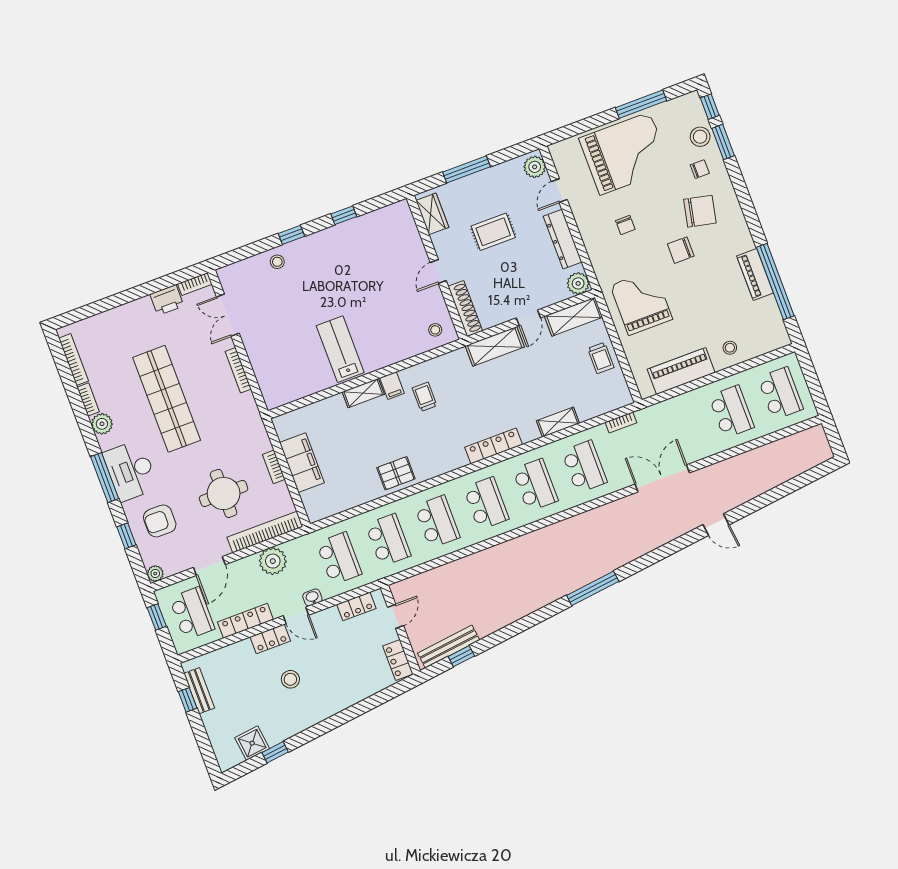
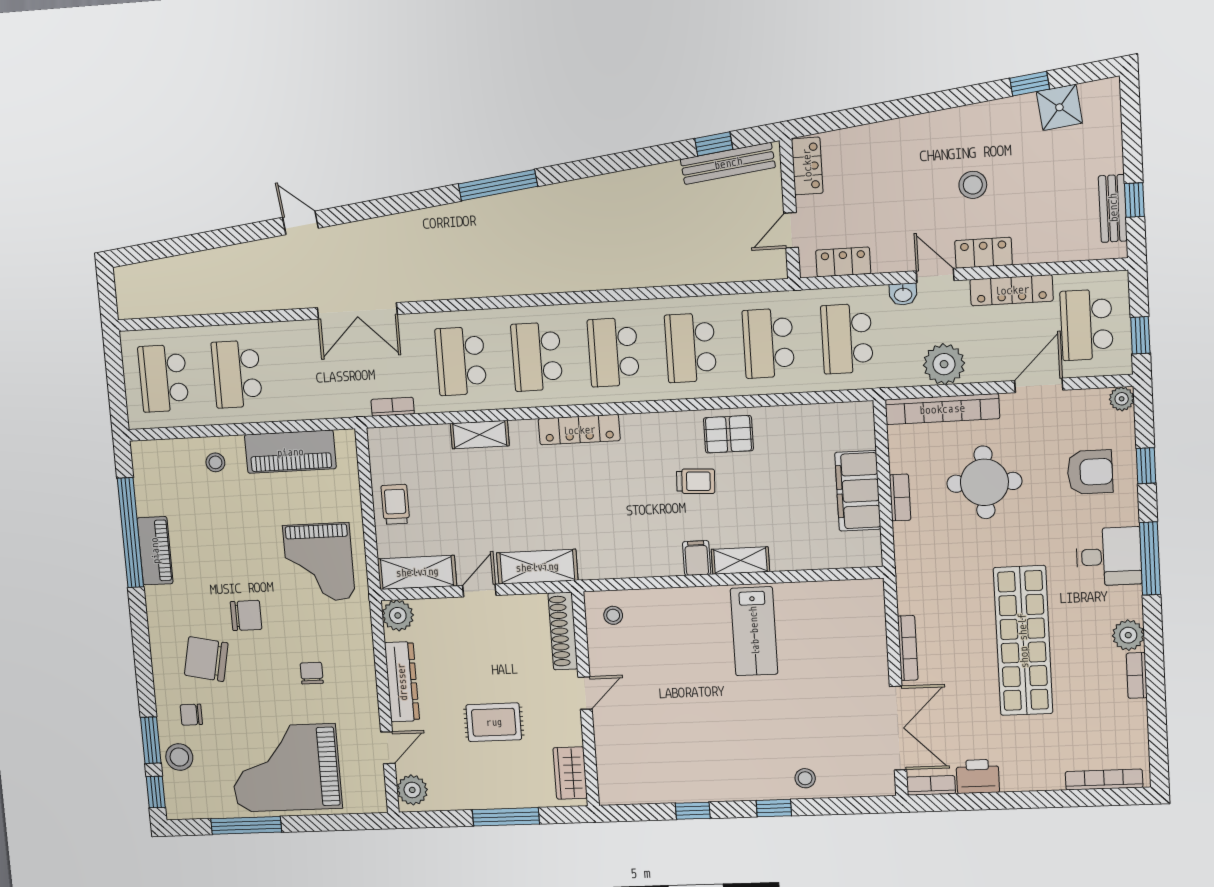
double door: (228, 315) -> (898, 728), width x1.37
bookcase: (74, 360) -> (1104, 780), moved, turned 90
trolley: (425, 397) -> (696, 481), moved, turned -87
desk: (131, 471) -> (1109, 556), width x0.73

